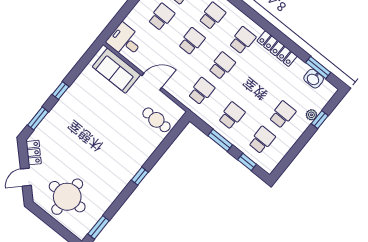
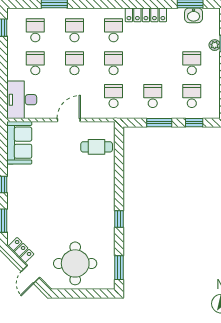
desk: (125, 41) -> (22, 100), width x1.37
sofa: (116, 71) -> (19, 143), moved, turned -90
window: (140, 176) -> (119, 219), moved

